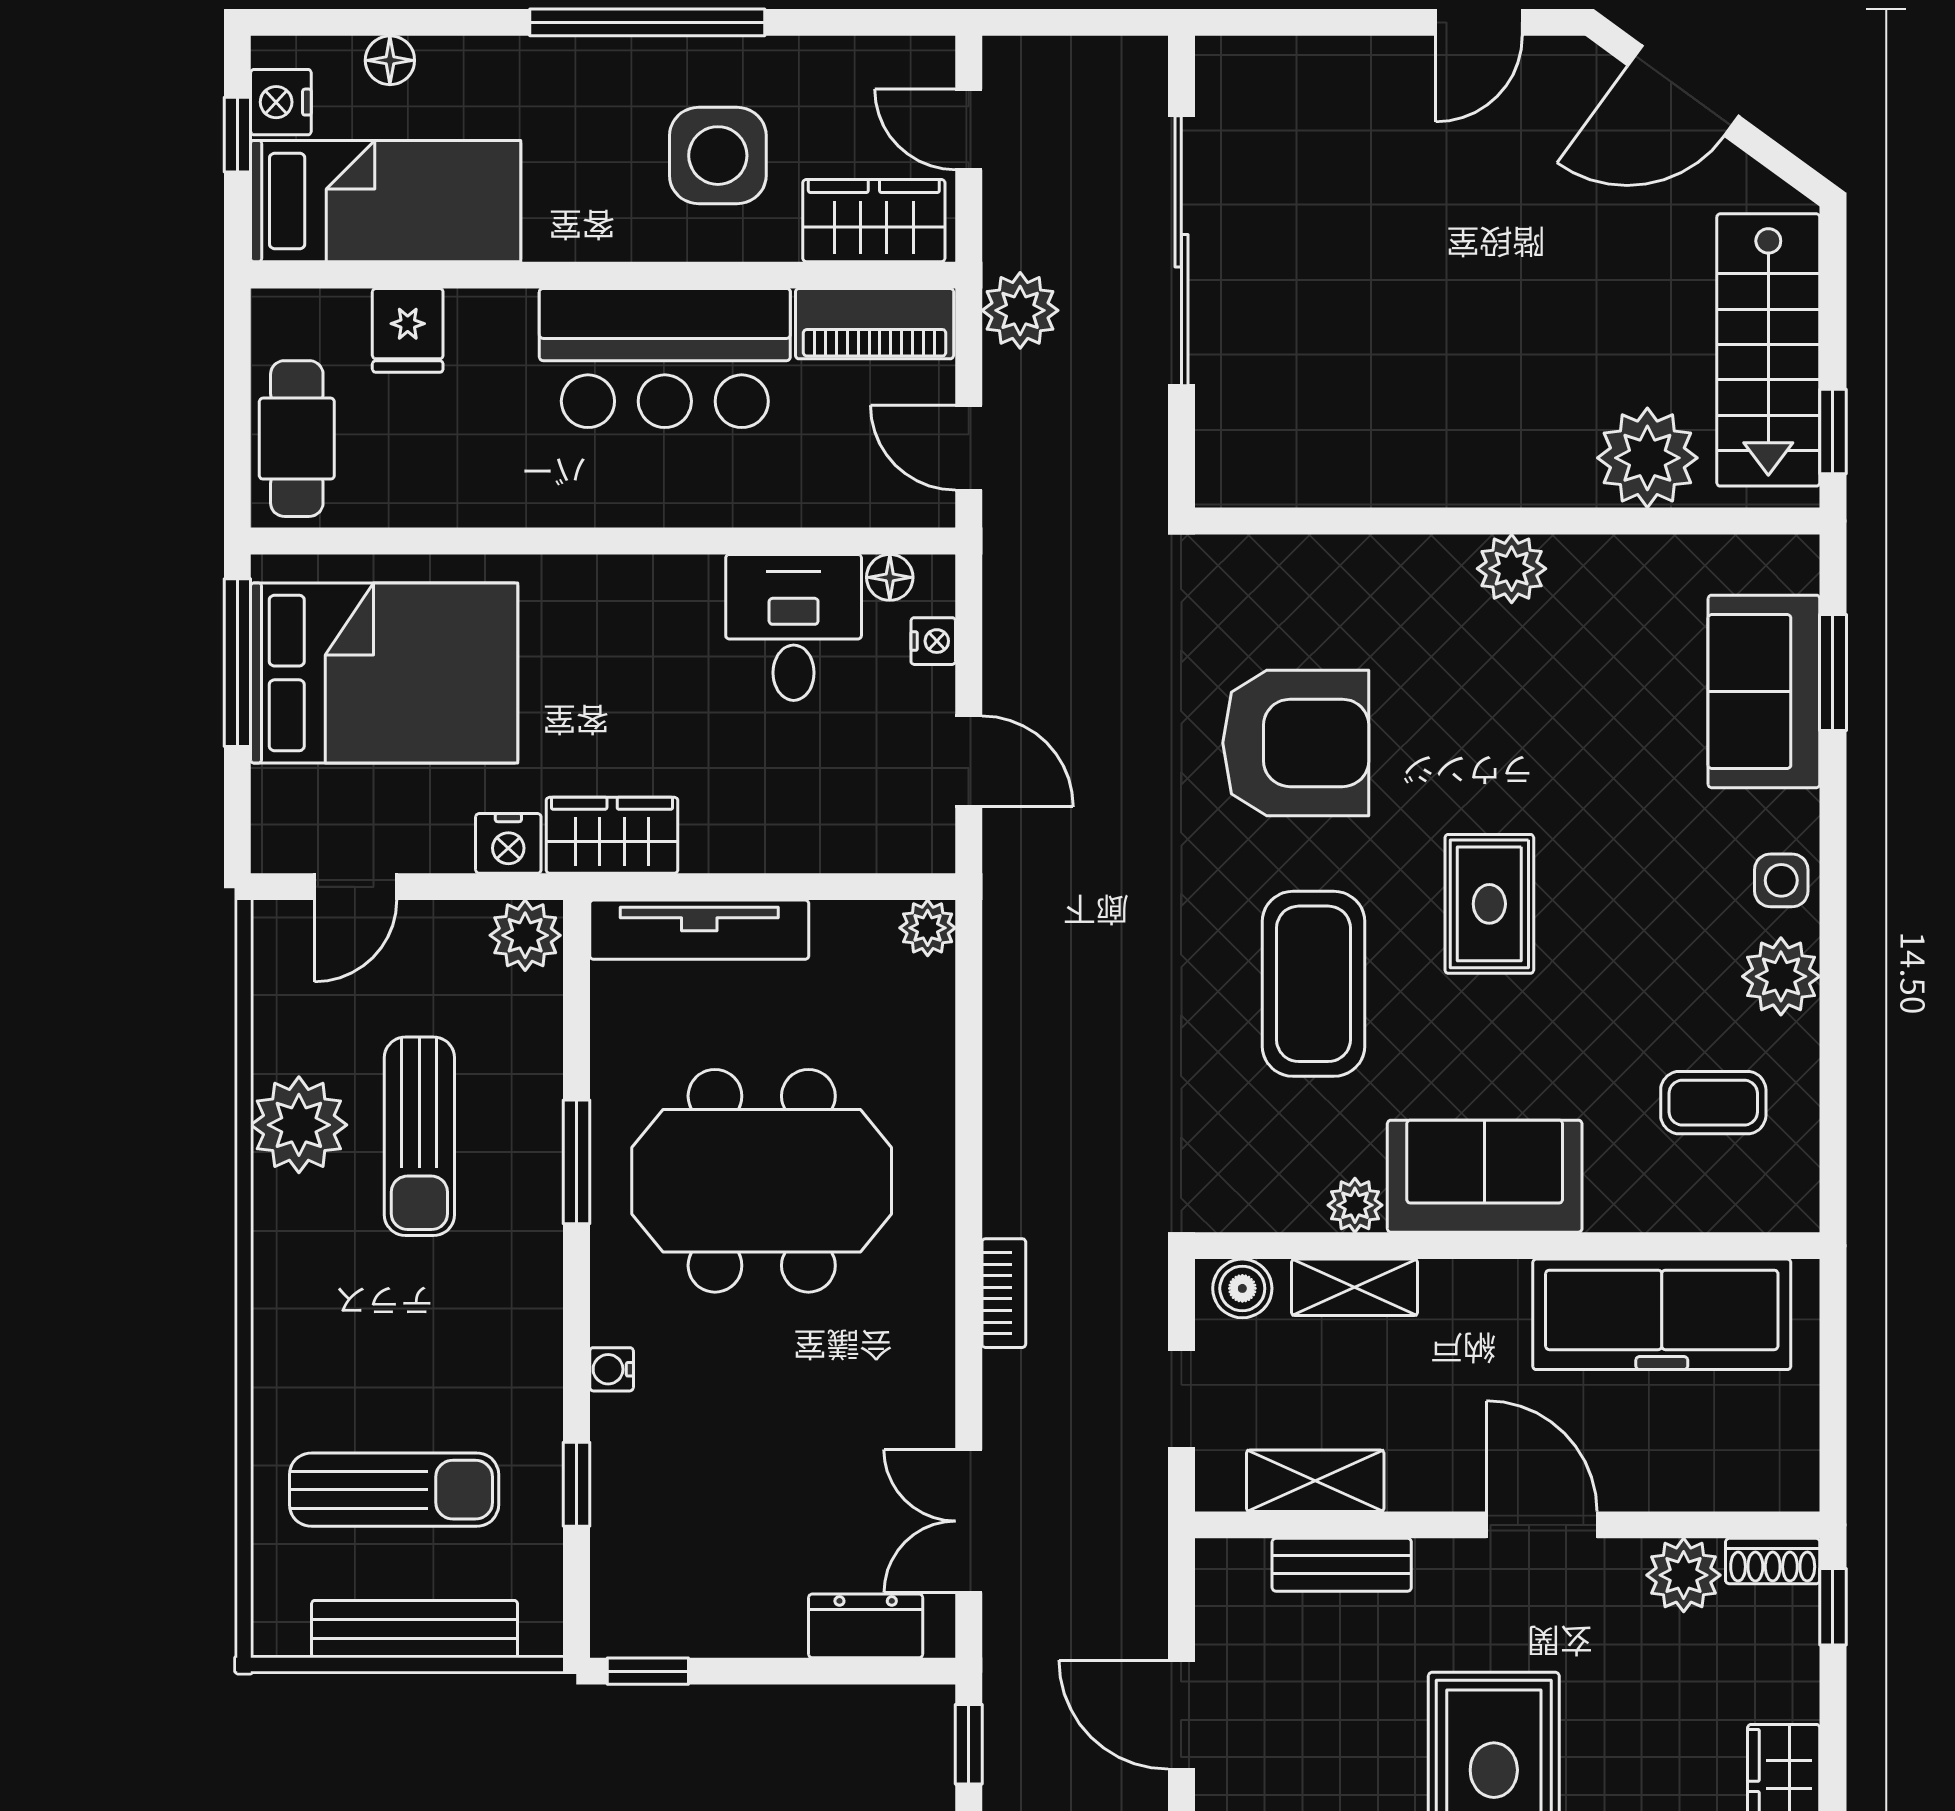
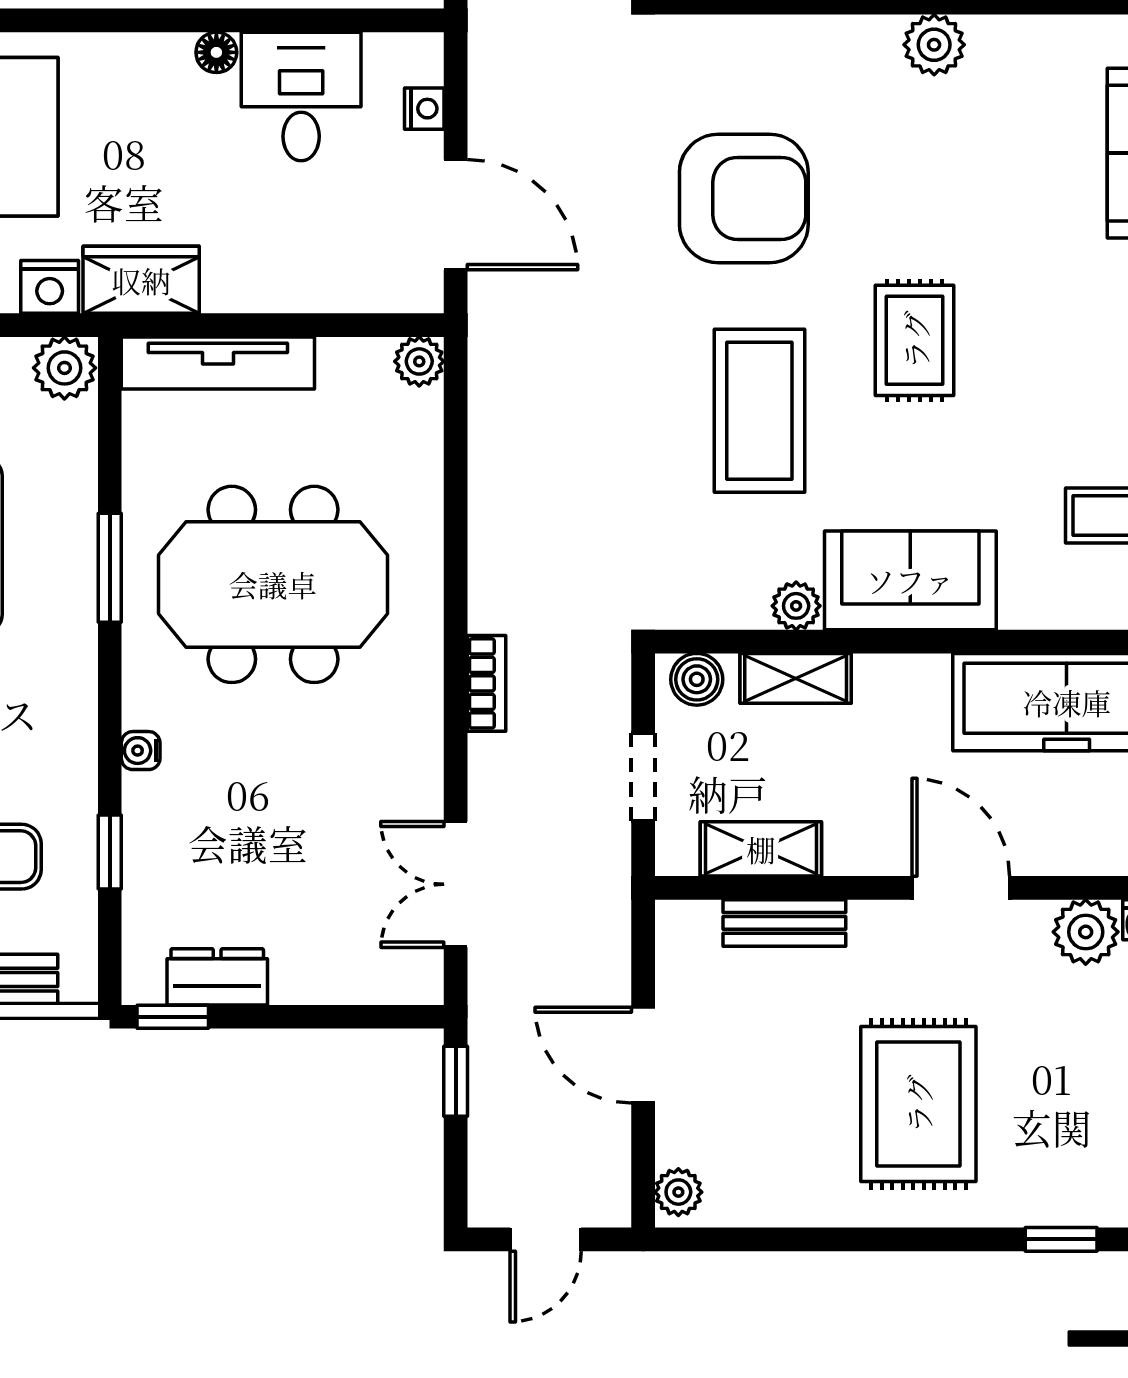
floor lamp: (890, 577) -> (216, 52), moved
door: (969, 761) -> (456, 215), width x1.38
dresser: (866, 1626) -> (217, 977), moved

